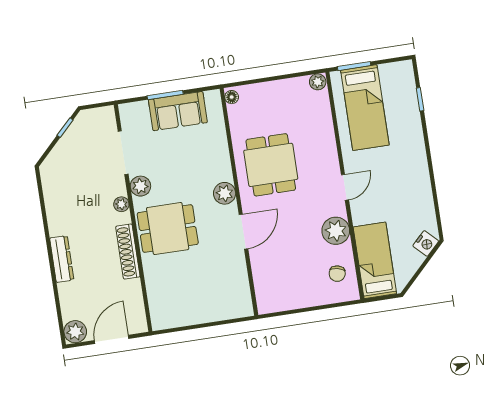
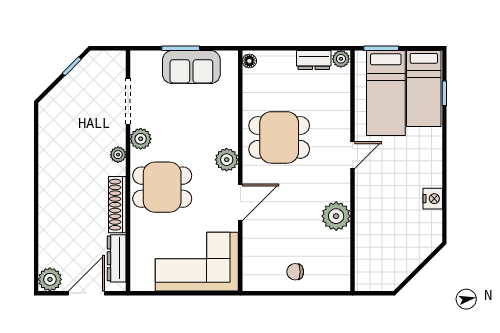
dresser: (292, 87) -> (314, 60), added
dining table: (271, 165) -> (279, 137), turned 90
door: (345, 187) -> (353, 155), moved
nightstand: (426, 243) -> (433, 199), moved, turned -45
dresser: (62, 259) -> (117, 258), moved, turned 180
bed: (375, 260) -> (424, 88), moved, turned 180
chair: (337, 274) -> (295, 272), moved, turned 77
corner sofa: (211, 294) -> (197, 262), added

